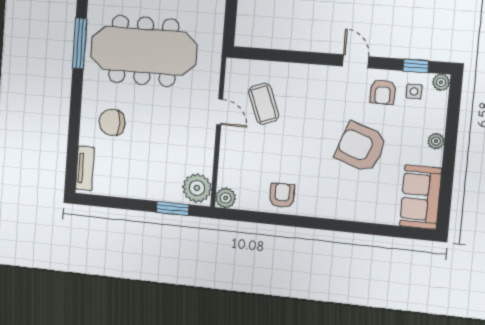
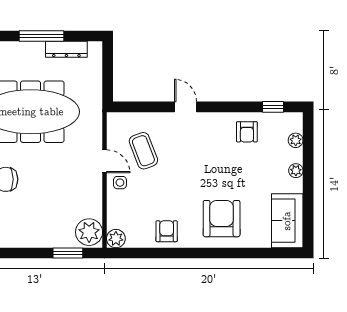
door: (356, 61) -> (186, 107), moved
plant: (441, 82) -> (296, 140), moved
side table: (414, 91) -> (120, 183), moved
armchair: (361, 147) -> (222, 219), moved, turned 71

